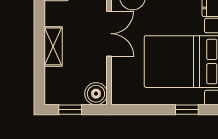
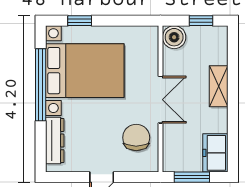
double door: (109, 34) -> (161, 100), swing flipped

